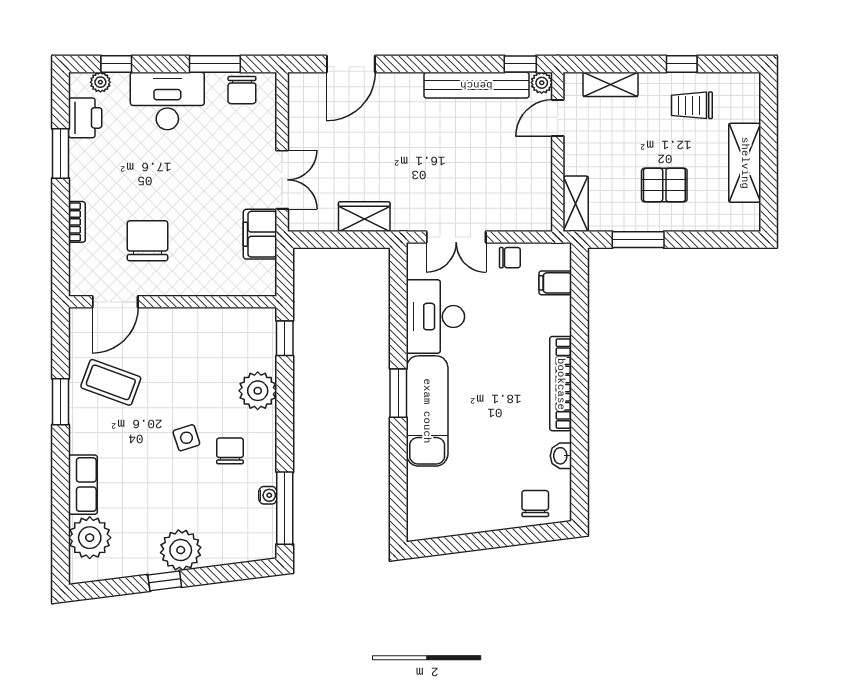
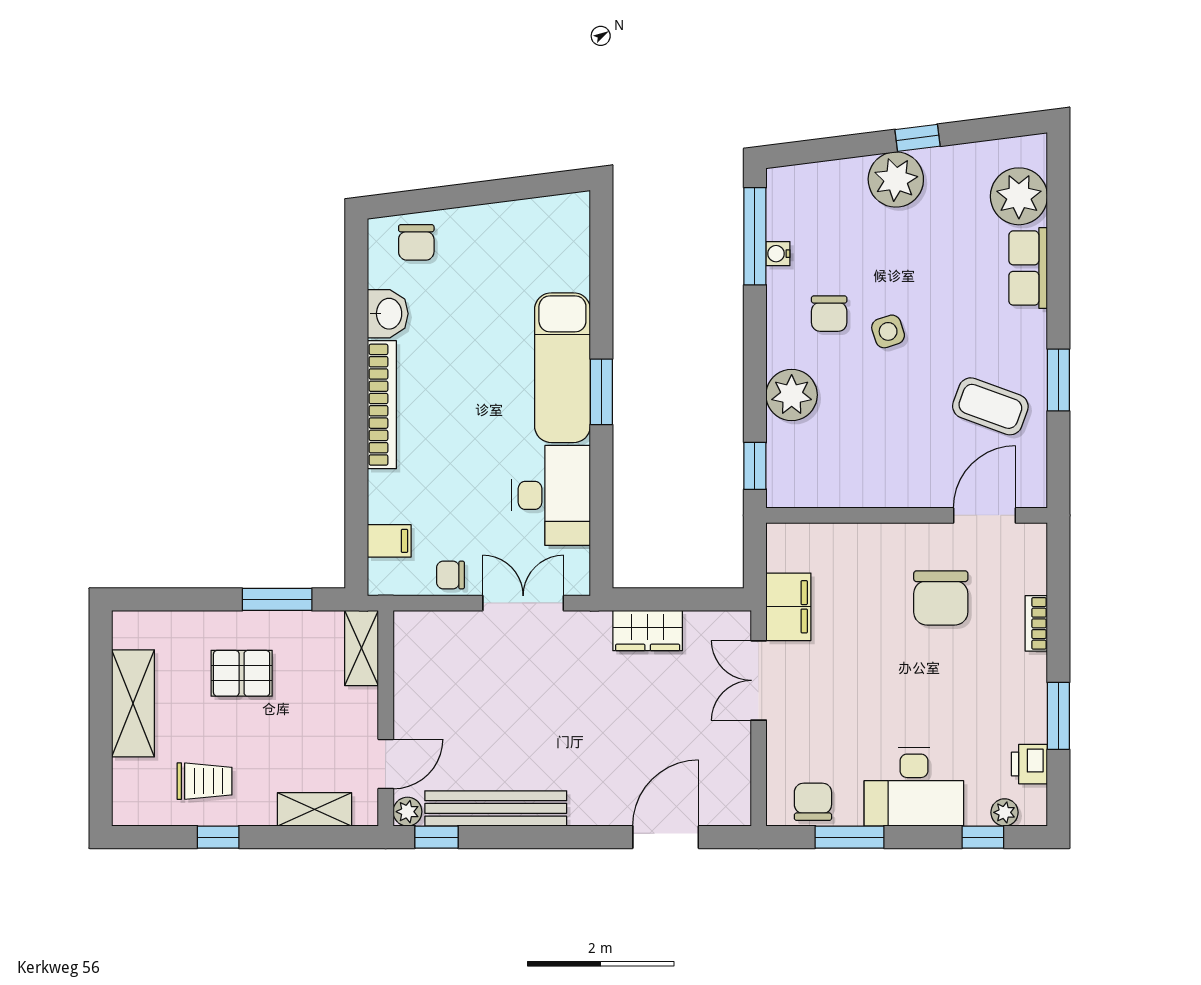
printer: (85, 118) -> (1029, 764), width x0.73, depth x0.81
washbasin: (561, 456) -> (388, 314), width x1.38, depth x1.45

